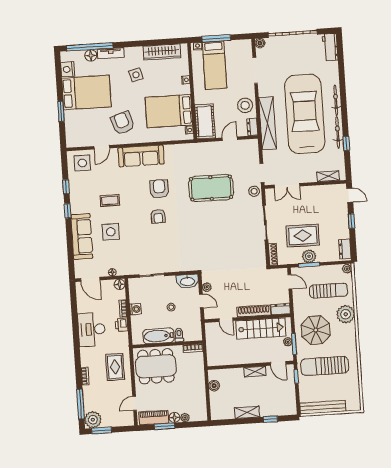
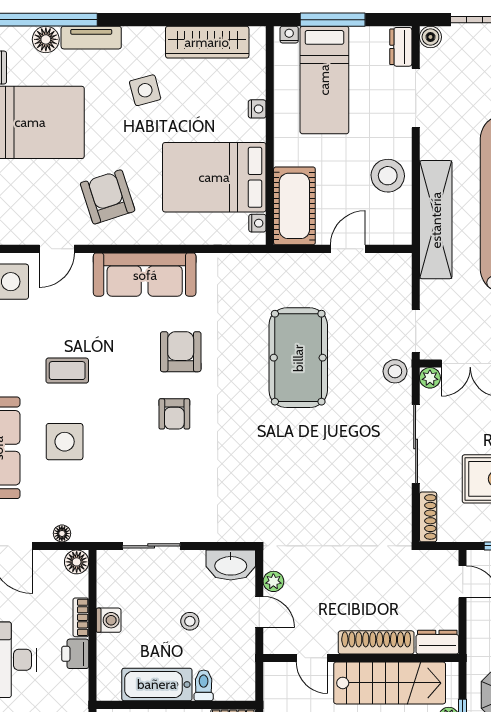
dresser: (252, 127) -> (401, 47), moved
pool table: (211, 188) -> (298, 358), turned 90
plant: (270, 193) -> (430, 378), added

